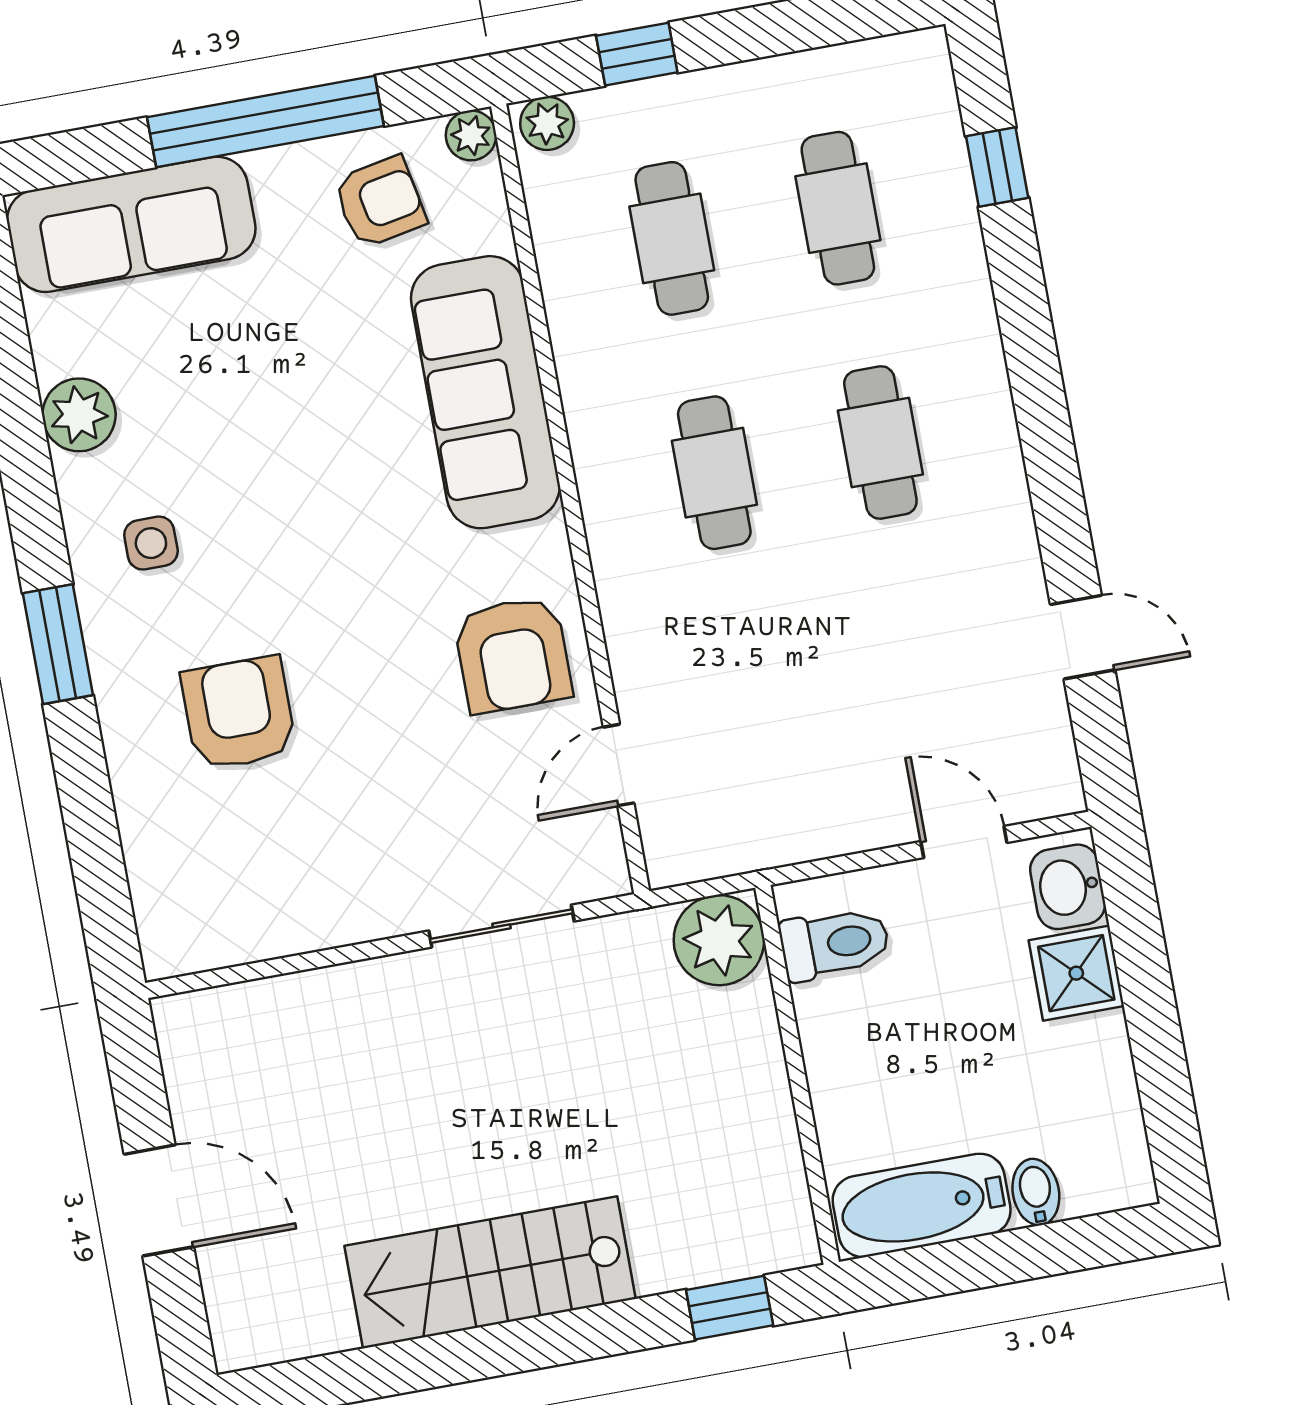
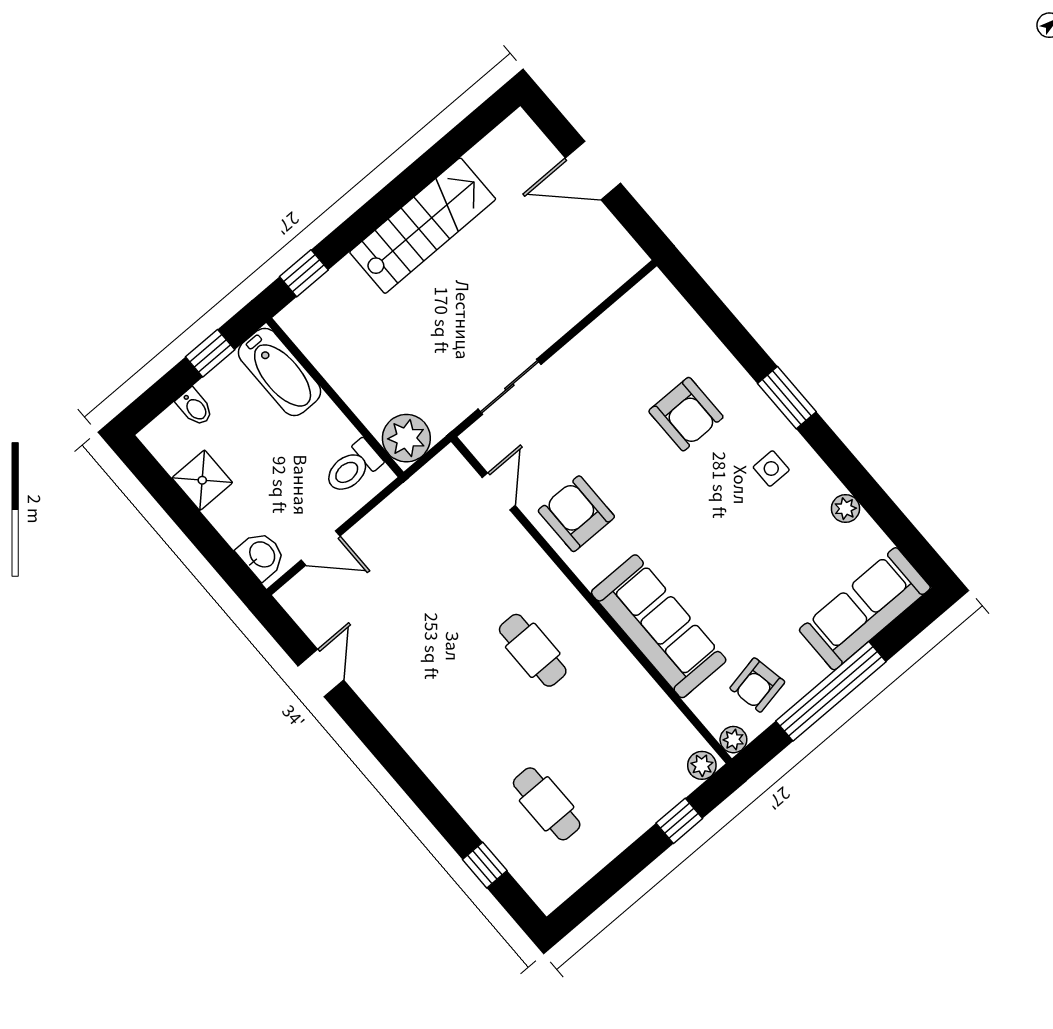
cafe table: (672, 238) -> (614, 746), removed
plant: (79, 415) -> (846, 509), width x0.73, depth x0.73
cafe table: (880, 443) -> (465, 708), removed
door: (1083, 637) -> (321, 673), swing flipped
shower: (1076, 973) -> (202, 480), moved
bathtub: (922, 1205) -> (280, 372), moved, turned 90
window: (959, 1266) -> (210, 353), added

